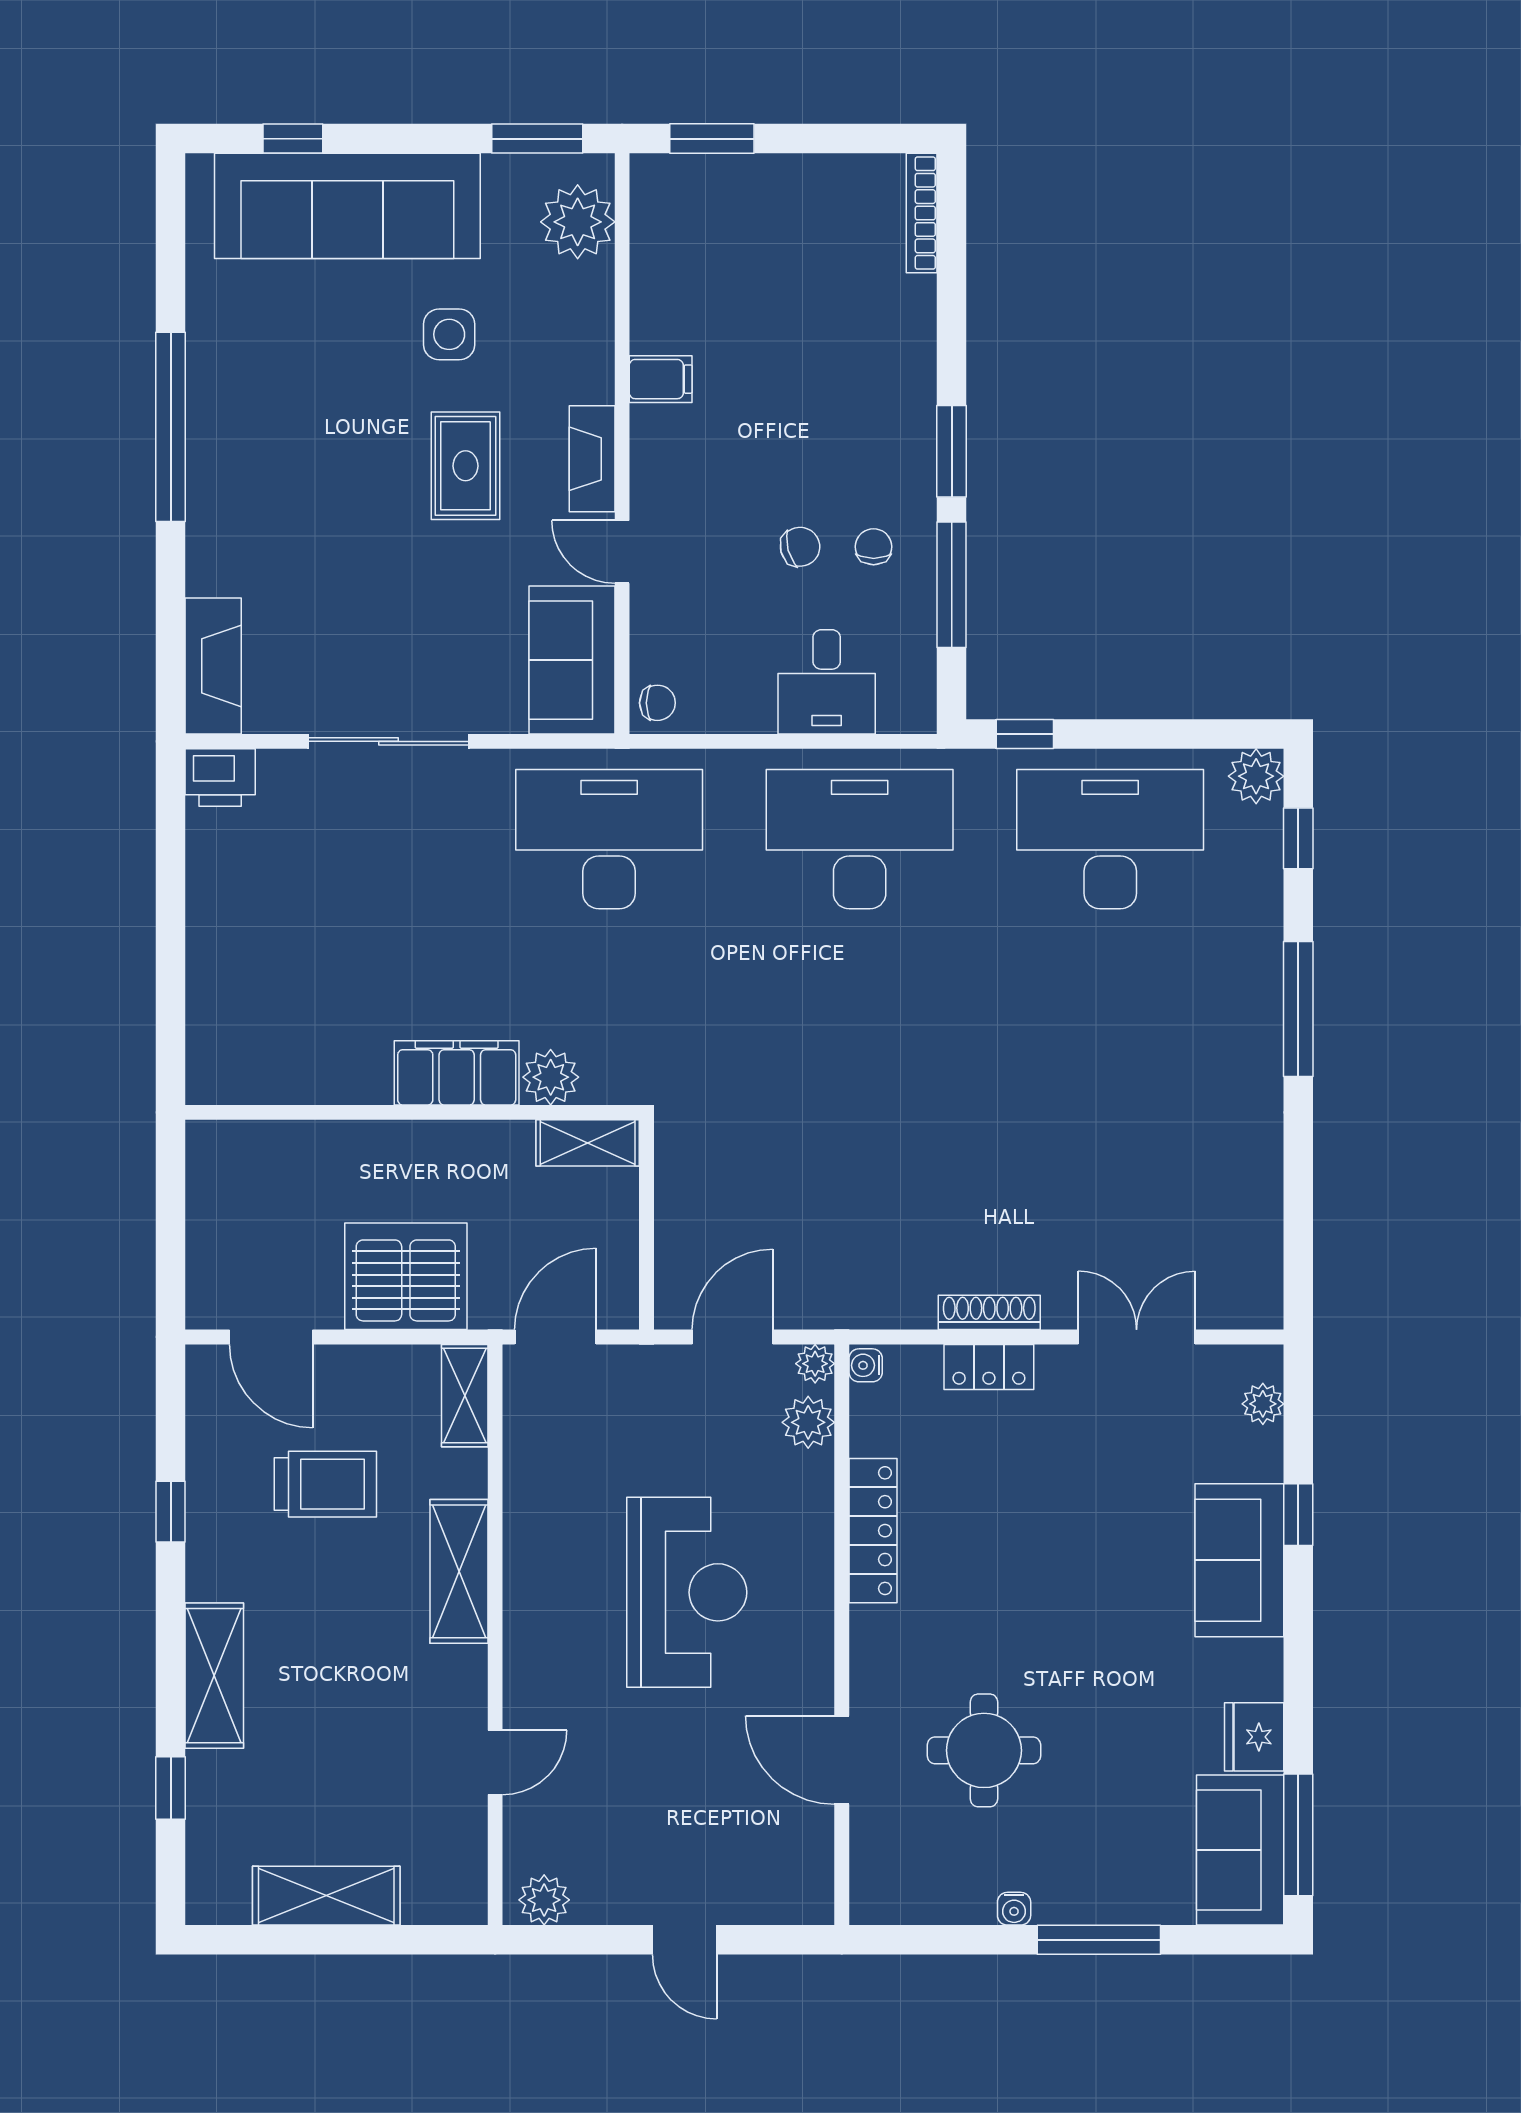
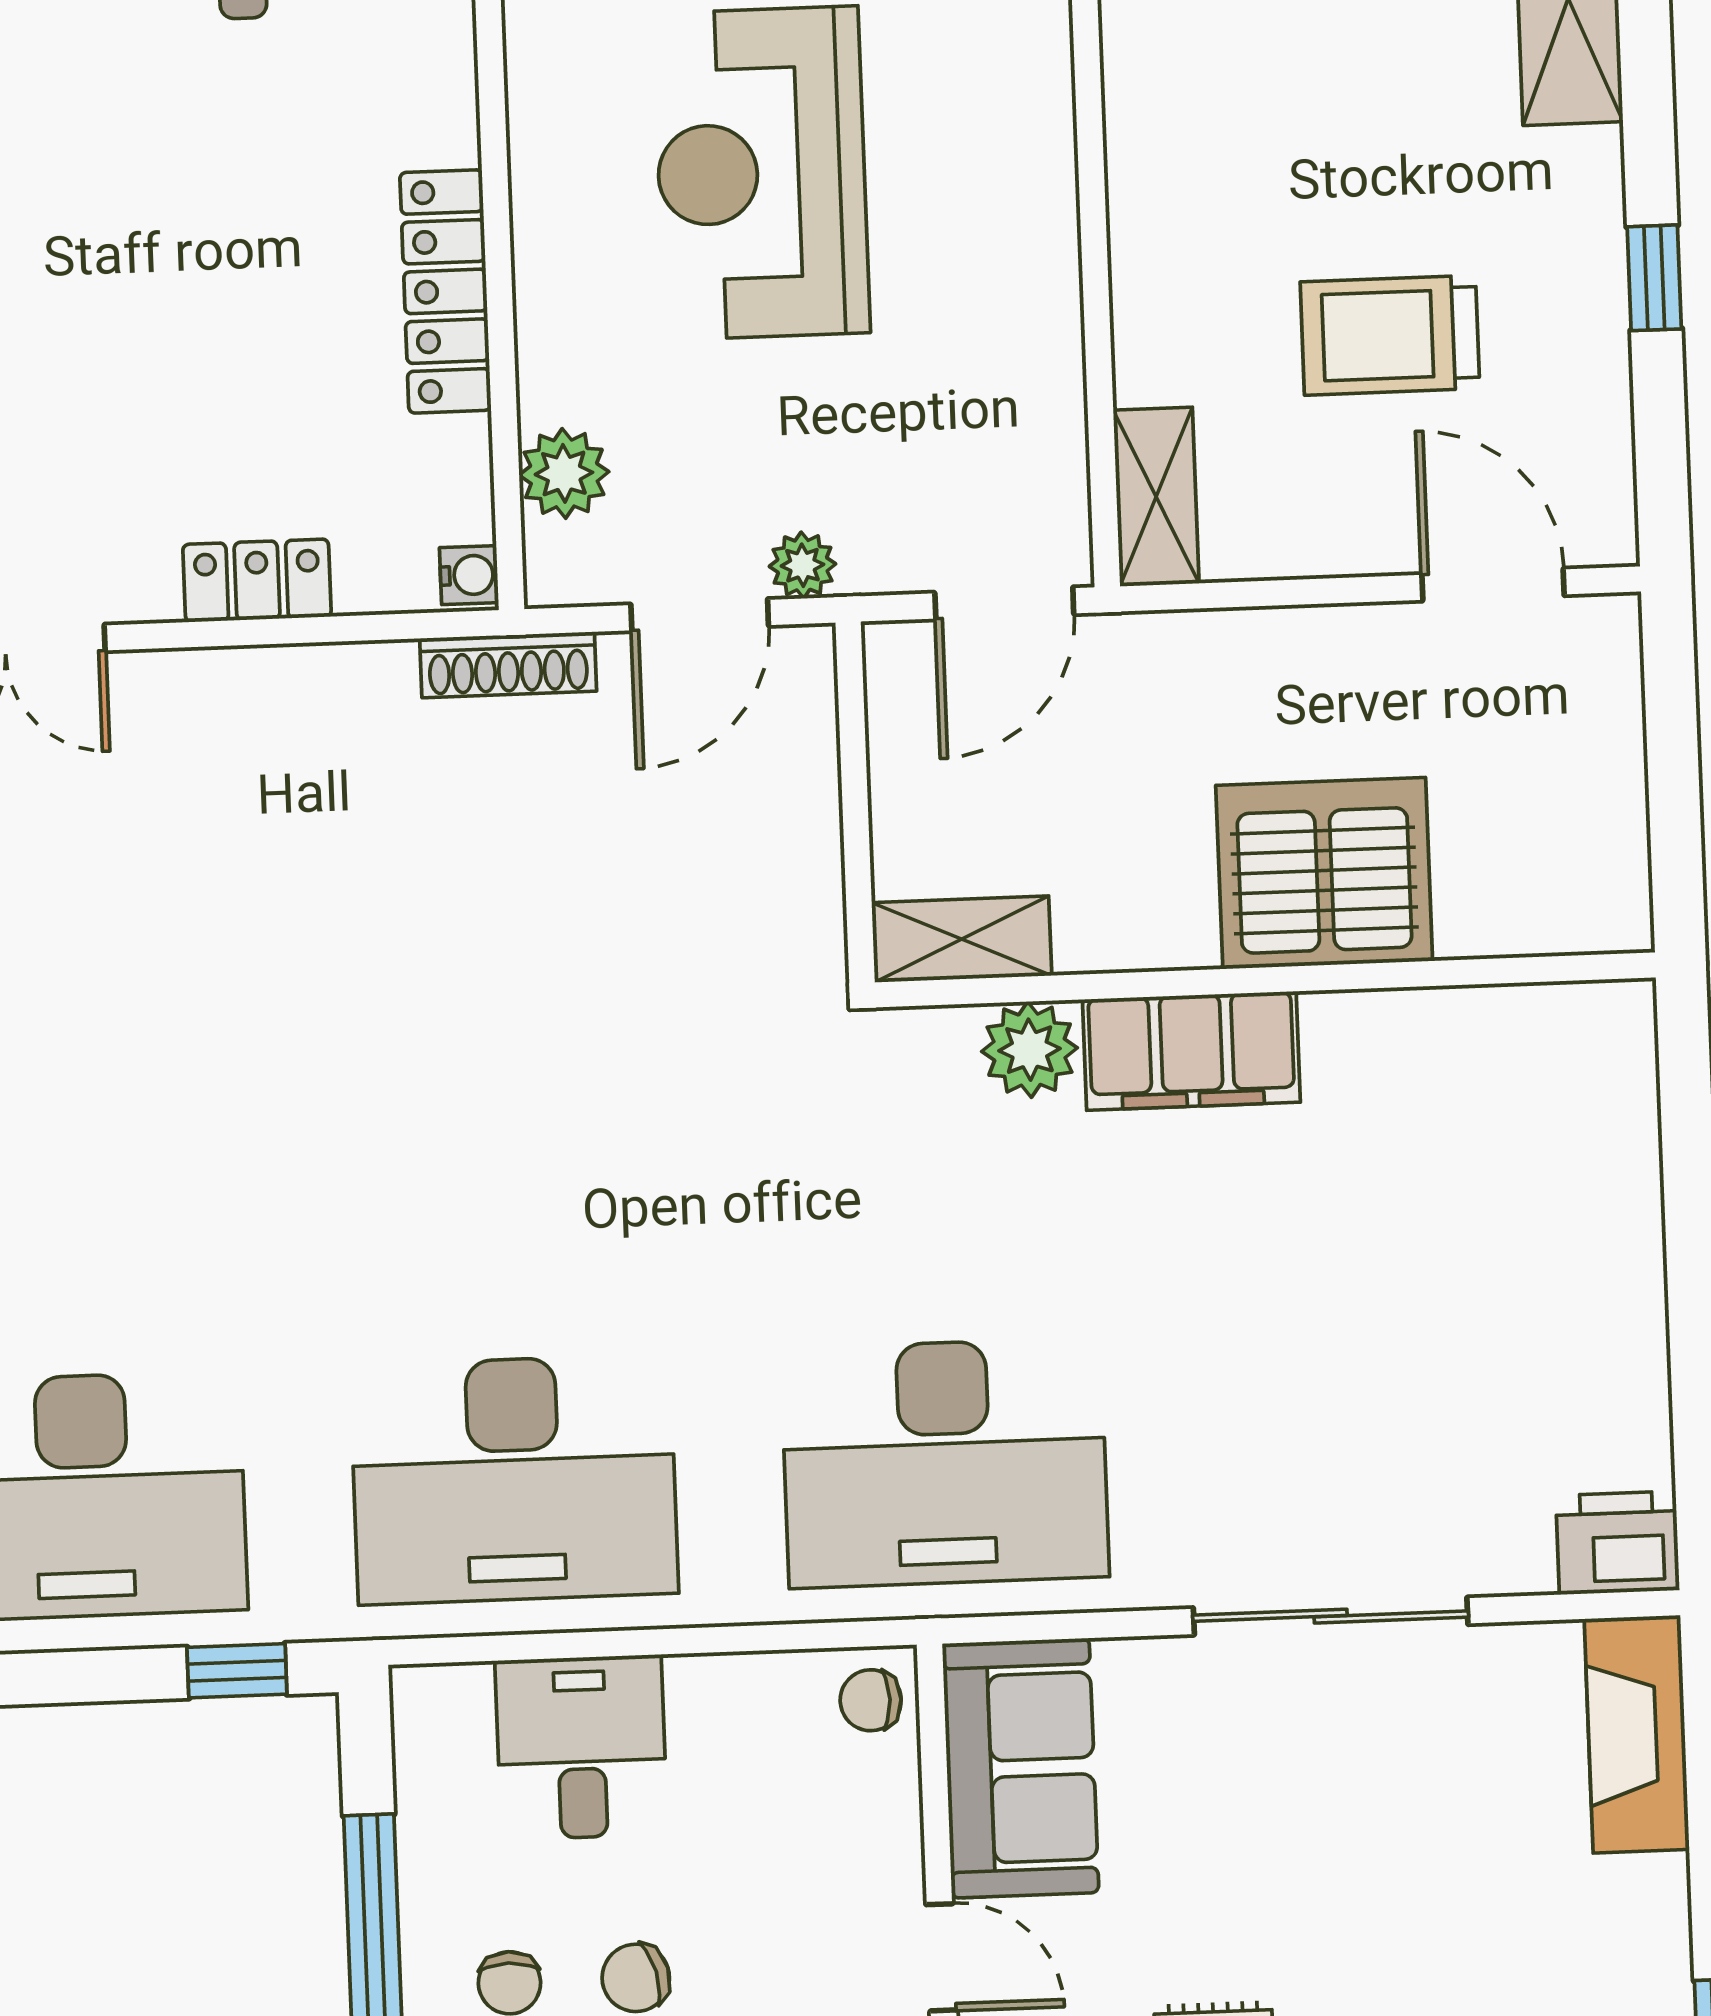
server rack: (406, 1276) -> (1324, 873), moved, turned 180
shoe rack: (989, 1312) -> (508, 665), moved
plant: (815, 1364) -> (802, 565), moved
shelving: (459, 1571) -> (1154, 194), removed

